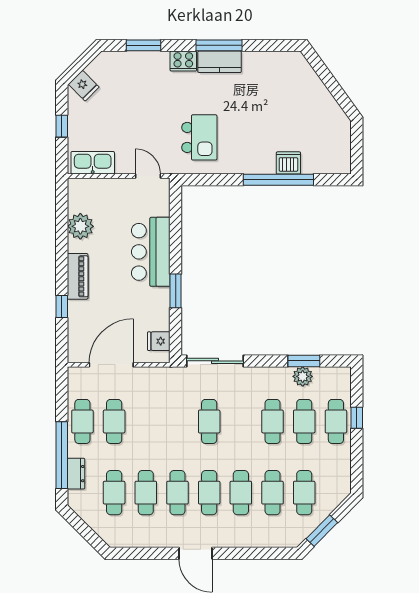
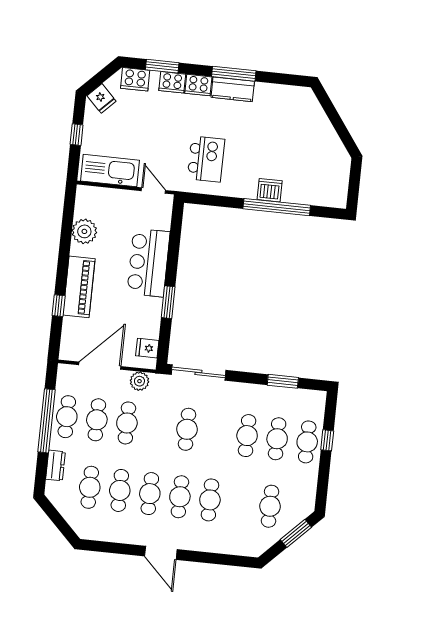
cooker: (156, 61) -> (172, 82), added
cooker: (117, 62) -> (135, 79), added
kitchen sink: (93, 163) -> (110, 171), width x1.36, depth x1.24
dishwasher: (288, 163) -> (270, 190), moved
piano: (78, 276) -> (79, 287), width x1.37, depth x1.33
plant: (303, 376) -> (139, 381), moved
window: (62, 455) -> (46, 421), moved
cafe table: (273, 493) -> (127, 423), moved
window: (322, 531) -> (296, 533), moved

